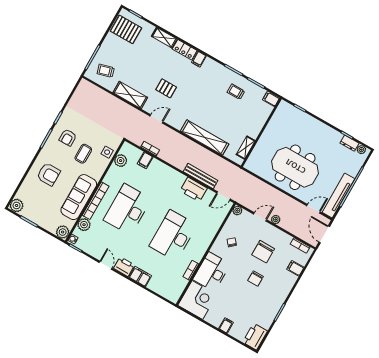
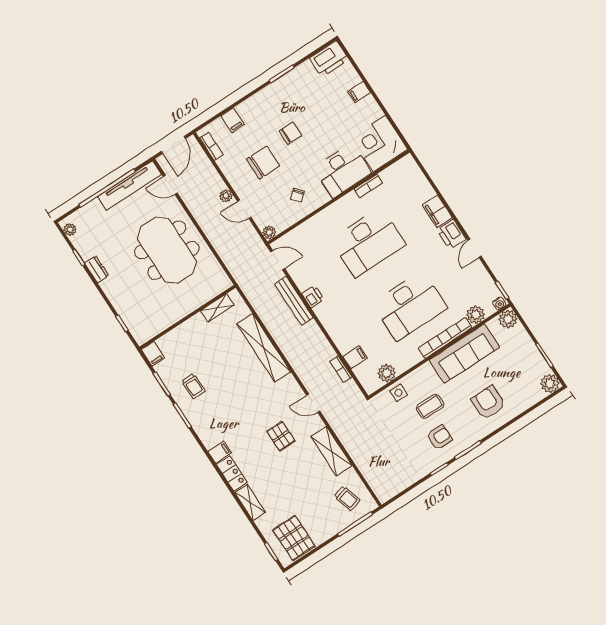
dresser: (349, 143) -> (97, 269), moved
printer: (194, 189) -> (313, 297), width x0.53, depth x0.68

